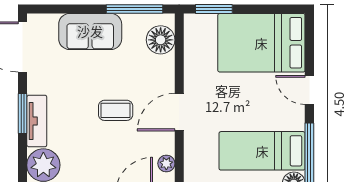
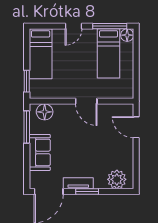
bed: (261, 43) -> (41, 54), width x0.67
coffee table: (116, 110) -> (85, 138), removed
tv unit: (37, 121) -> (78, 183), moved
plant: (166, 163) -> (116, 109), removed

